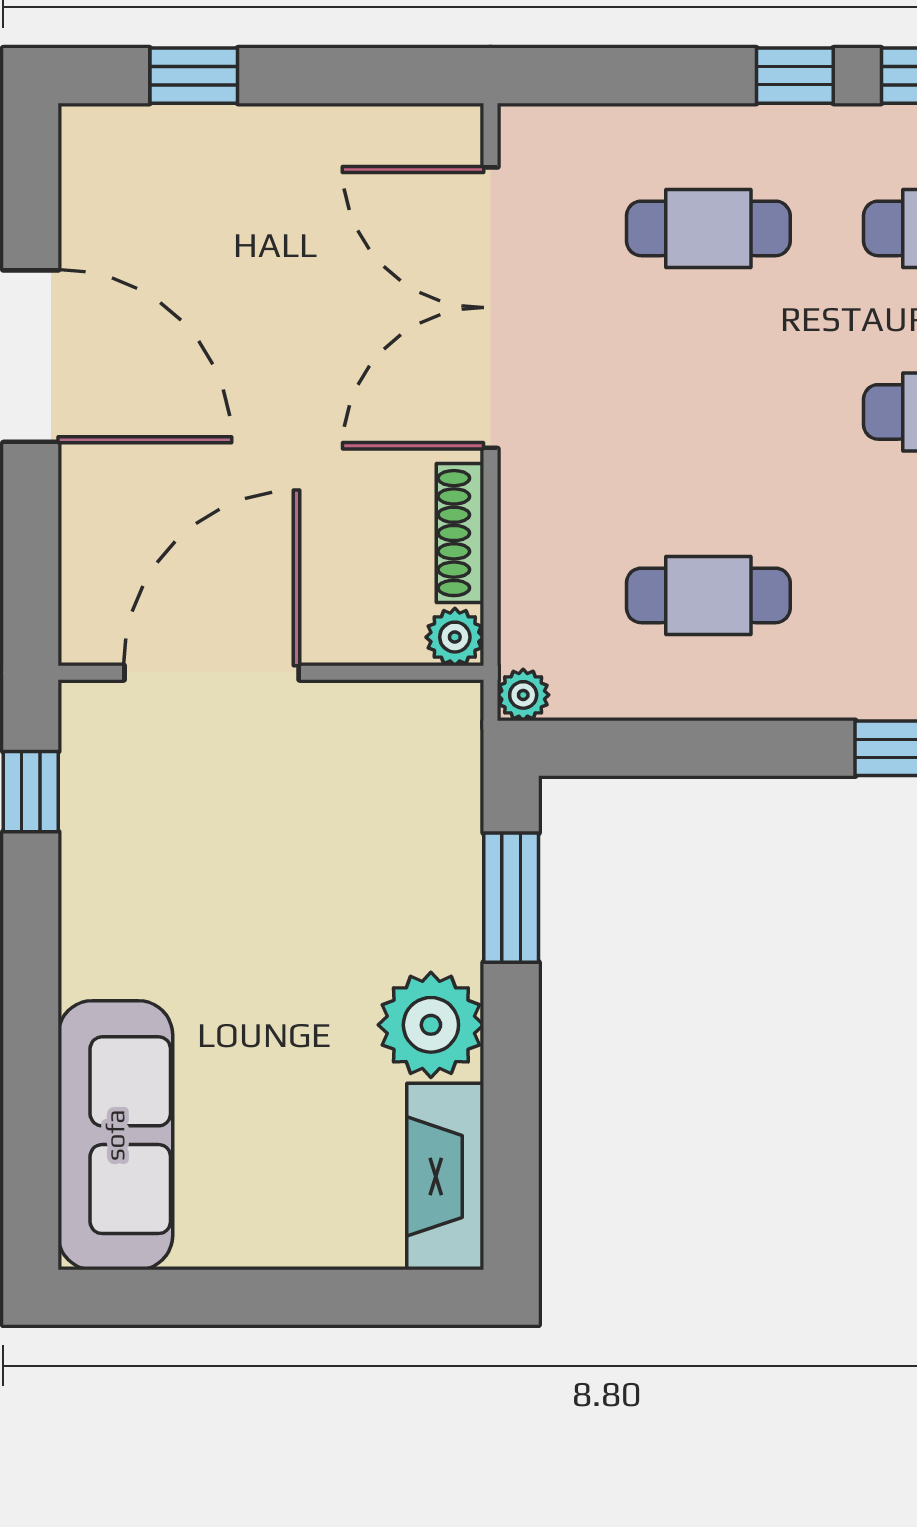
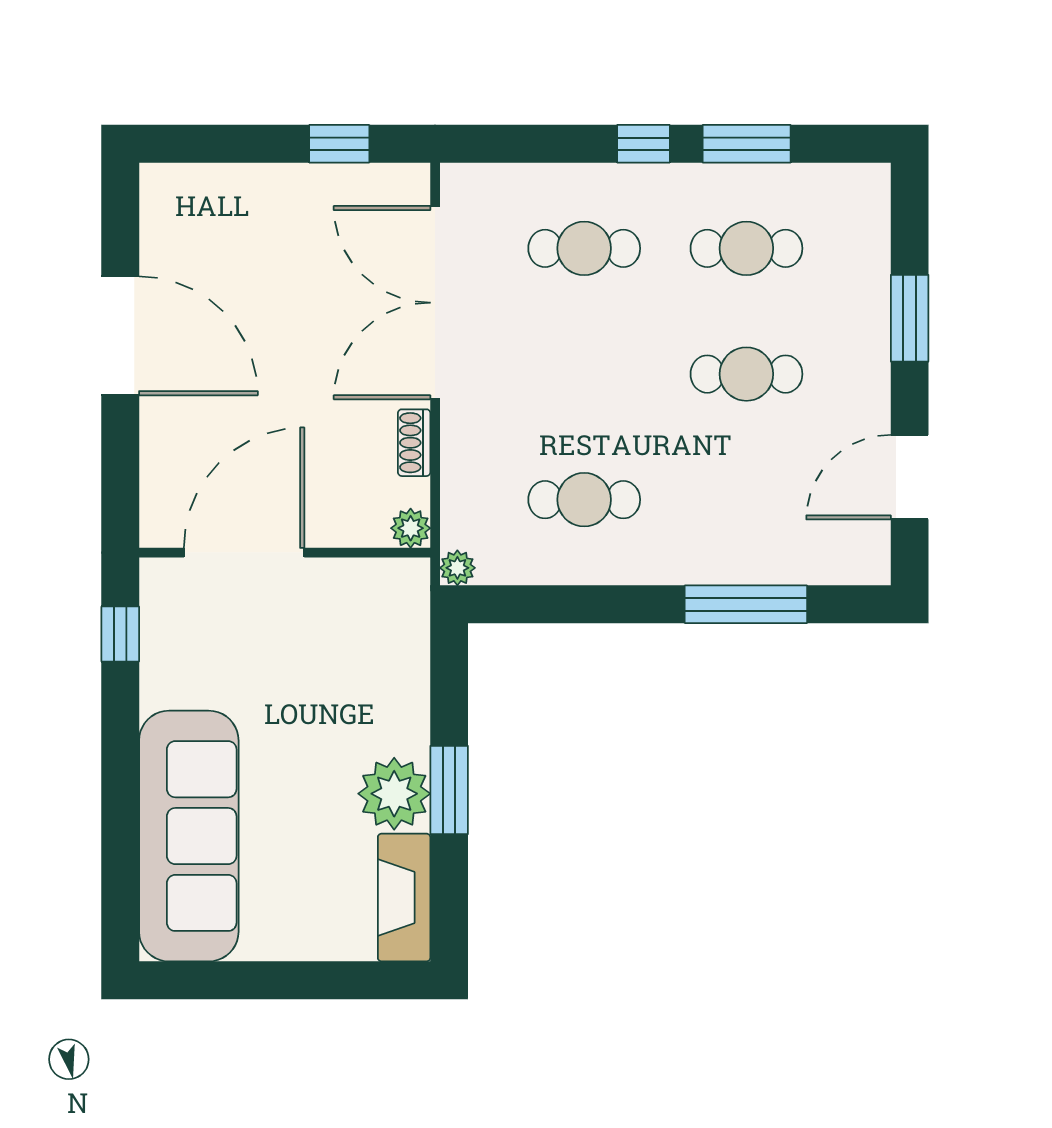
window: (194, 76) -> (339, 144), moved
shoe rack: (460, 533) -> (414, 443), width x0.70
window: (511, 898) -> (449, 790), moved
sofa: (115, 1135) -> (189, 836), width x1.36, depth x1.27

